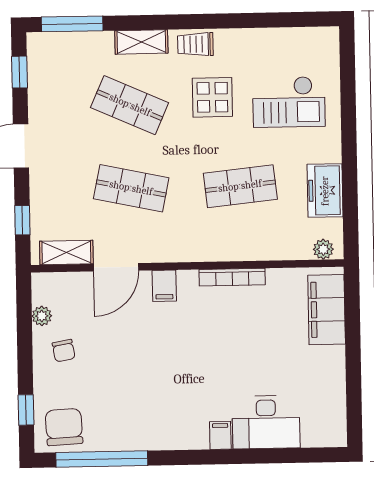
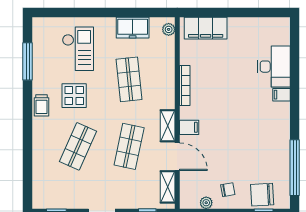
window: (72, 24) -> (28, 61), moved
shelving: (141, 42) -> (168, 126), moved
chair: (64, 427) -> (262, 195), moved

